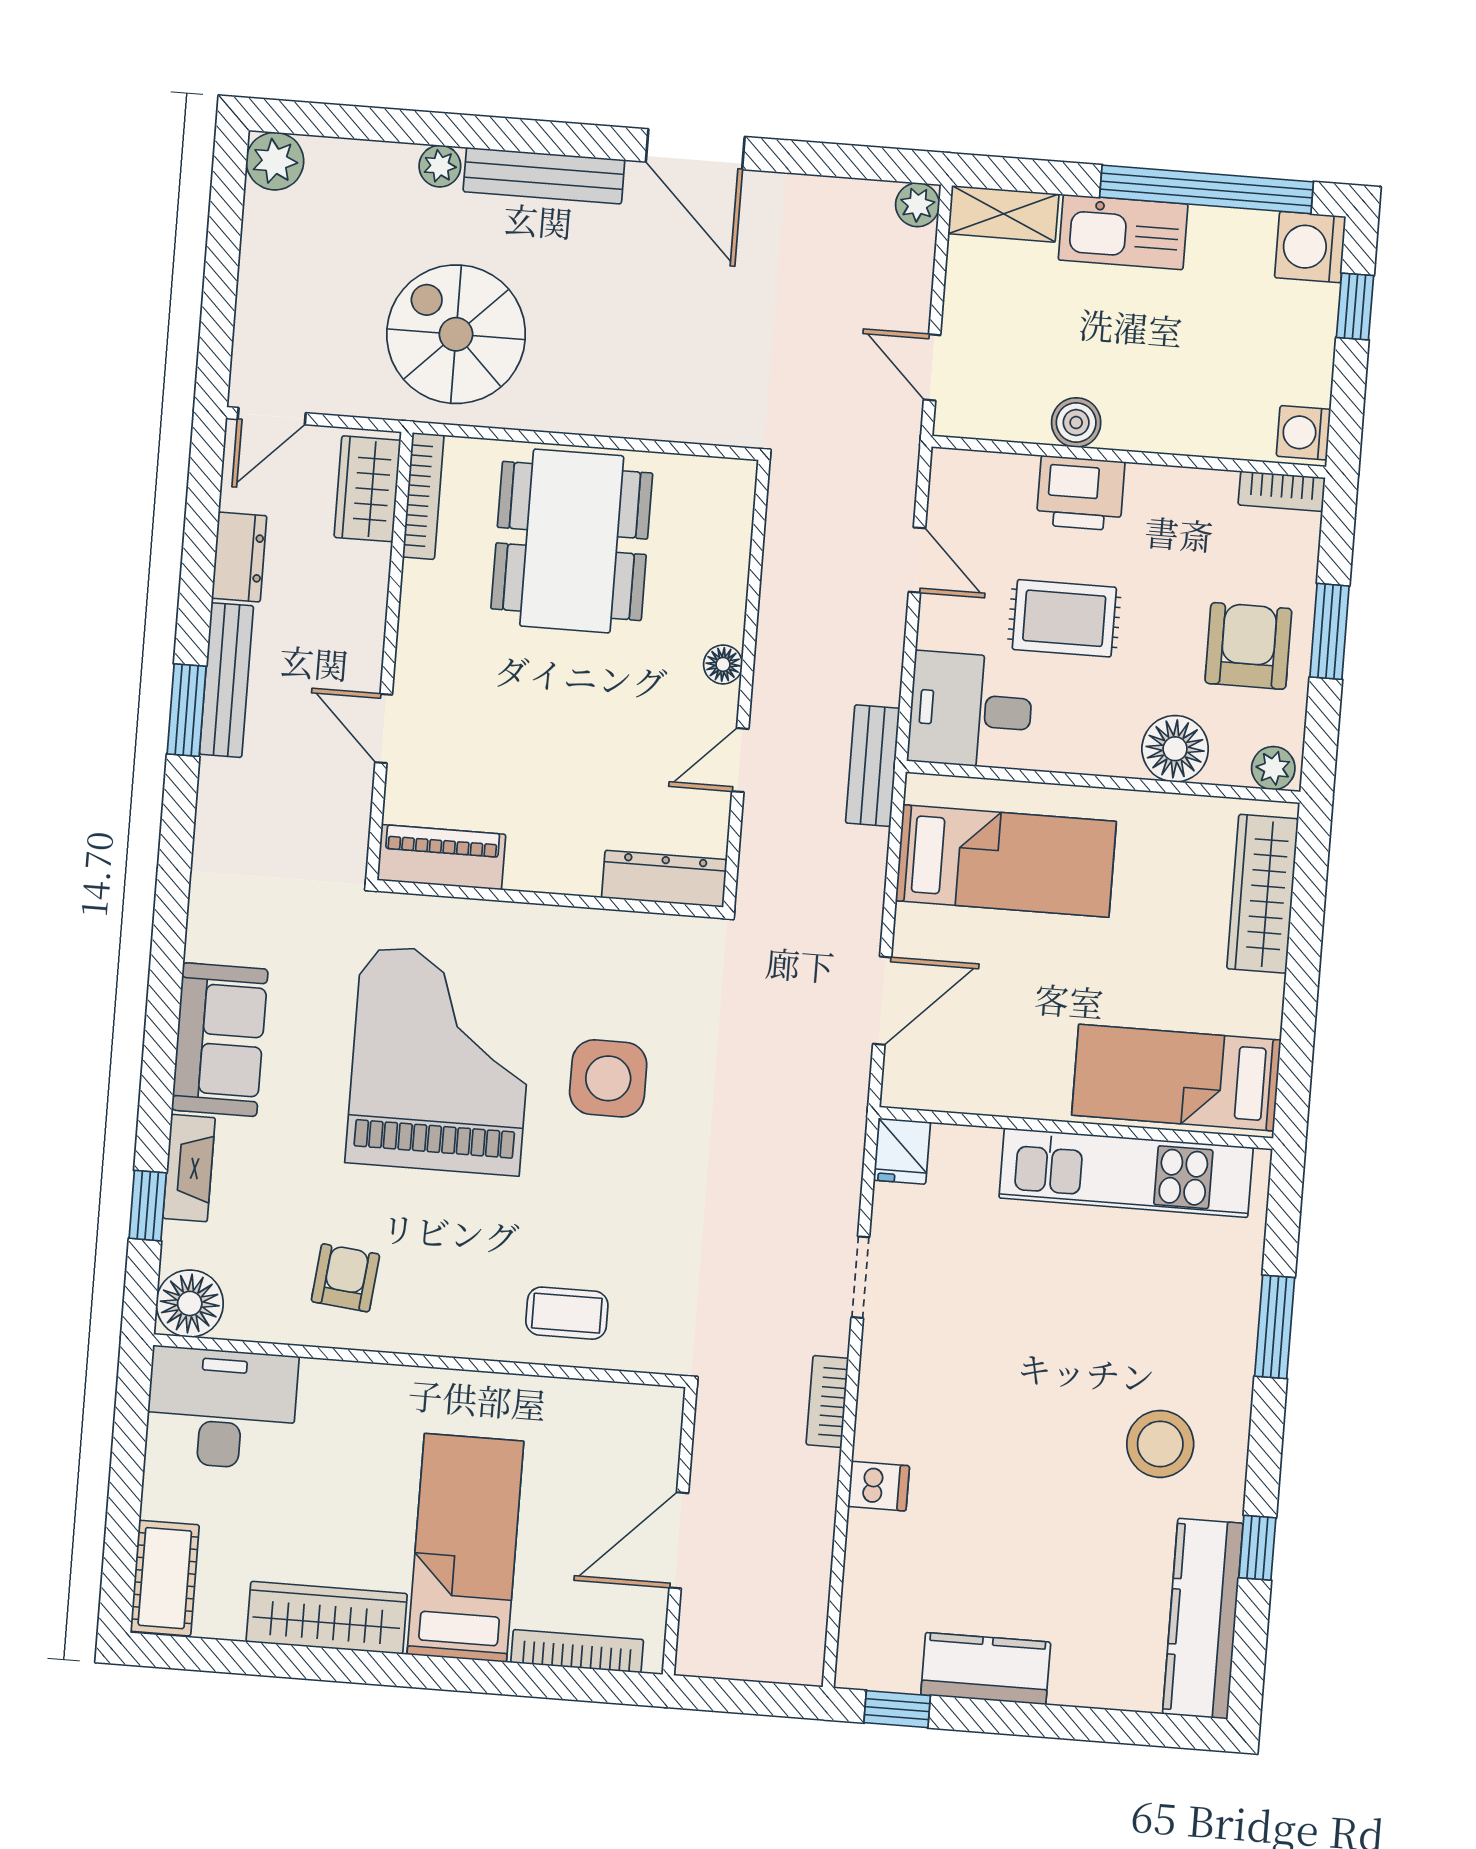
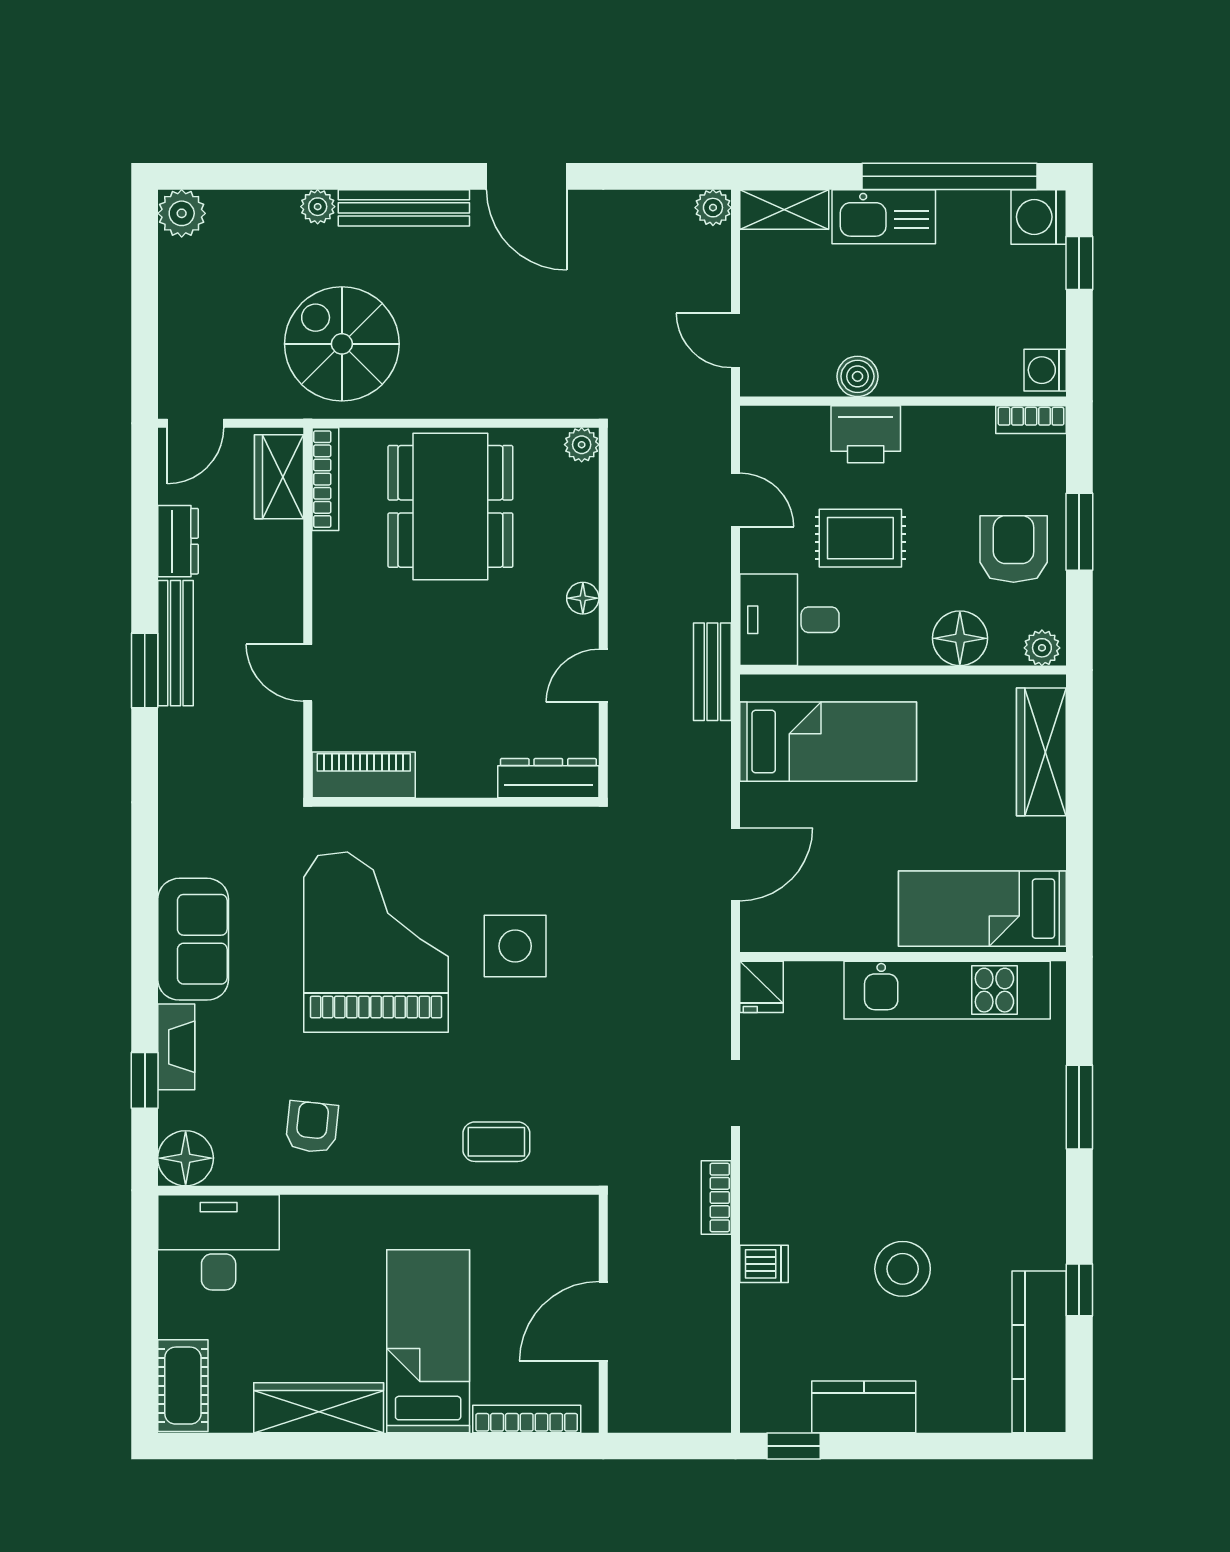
plant: (736, 479) -> (582, 445), added
stool: (1160, 1444) -> (903, 1269), moved

